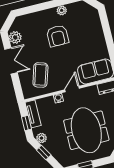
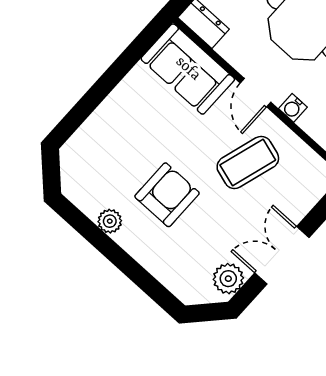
coffee table: (40, 75) -> (248, 162), moved
door: (72, 89) -> (256, 93), hinge flipped

